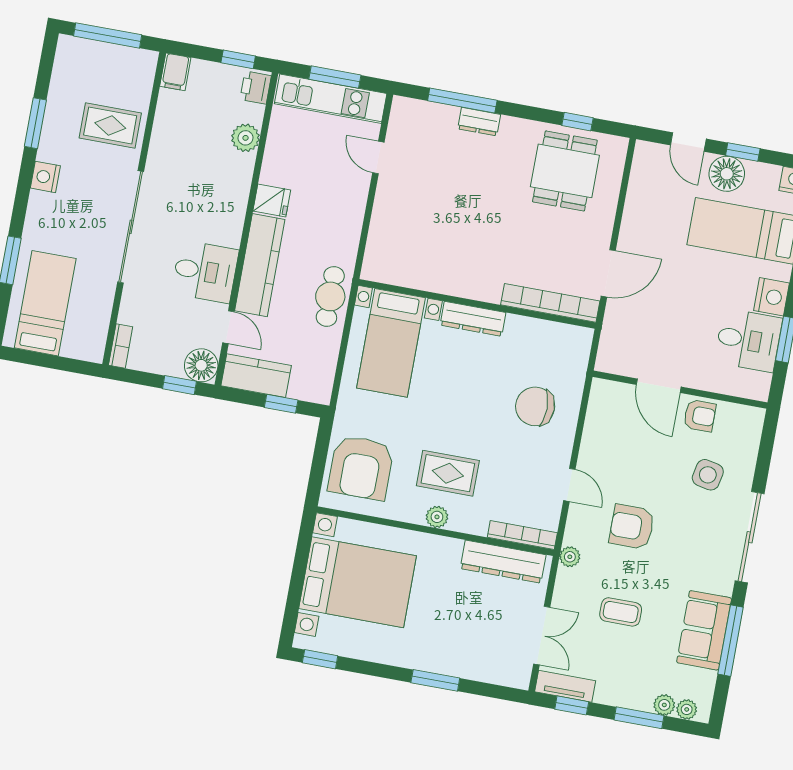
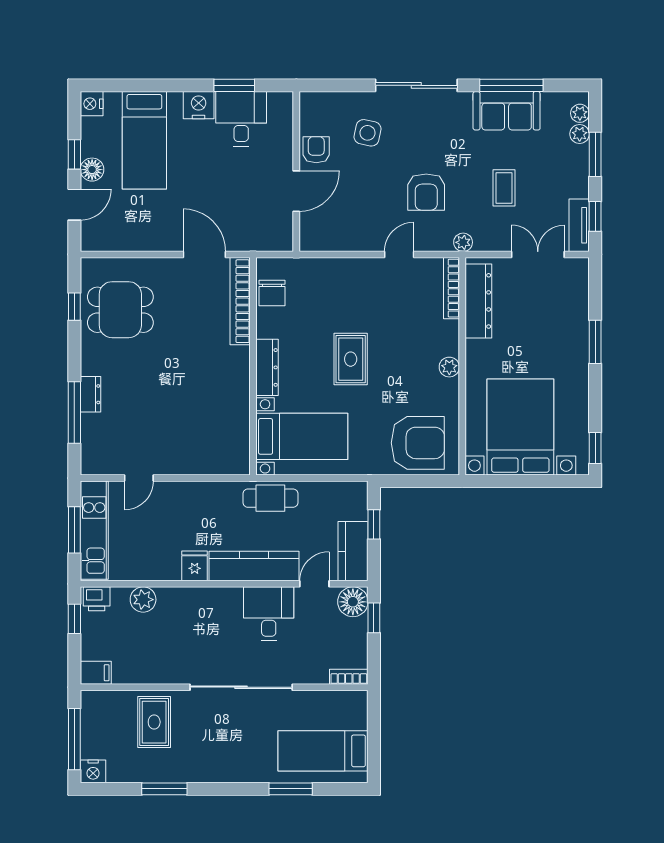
floor lamp: (727, 174) -> (92, 170), width x0.73, depth x0.73
nightstand: (45, 177) -> (93, 771), moved
chair: (535, 406) -> (272, 293), moved, width x0.73, depth x0.73
rug: (448, 473) -> (351, 359), moved

